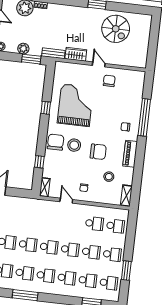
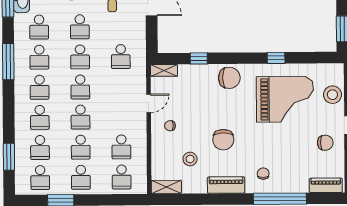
piano: (139, 84) -> (326, 185), added
stool: (74, 145) -> (332, 95), moved
school desk: (31, 216) -> (121, 57), added

